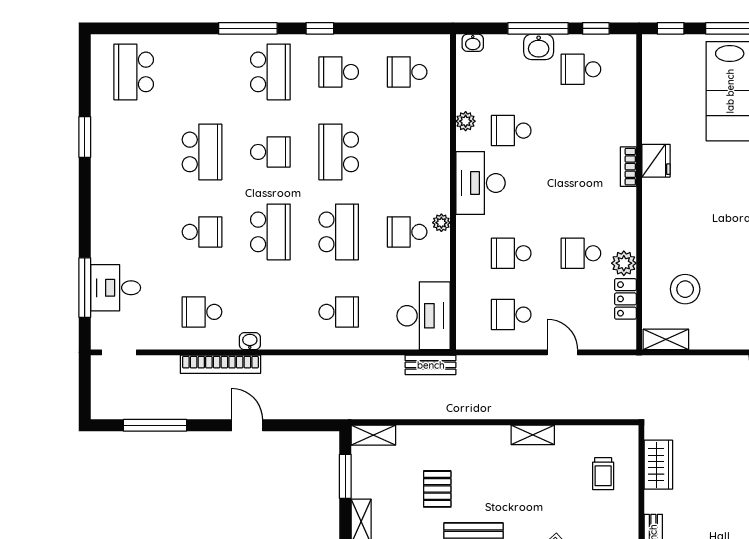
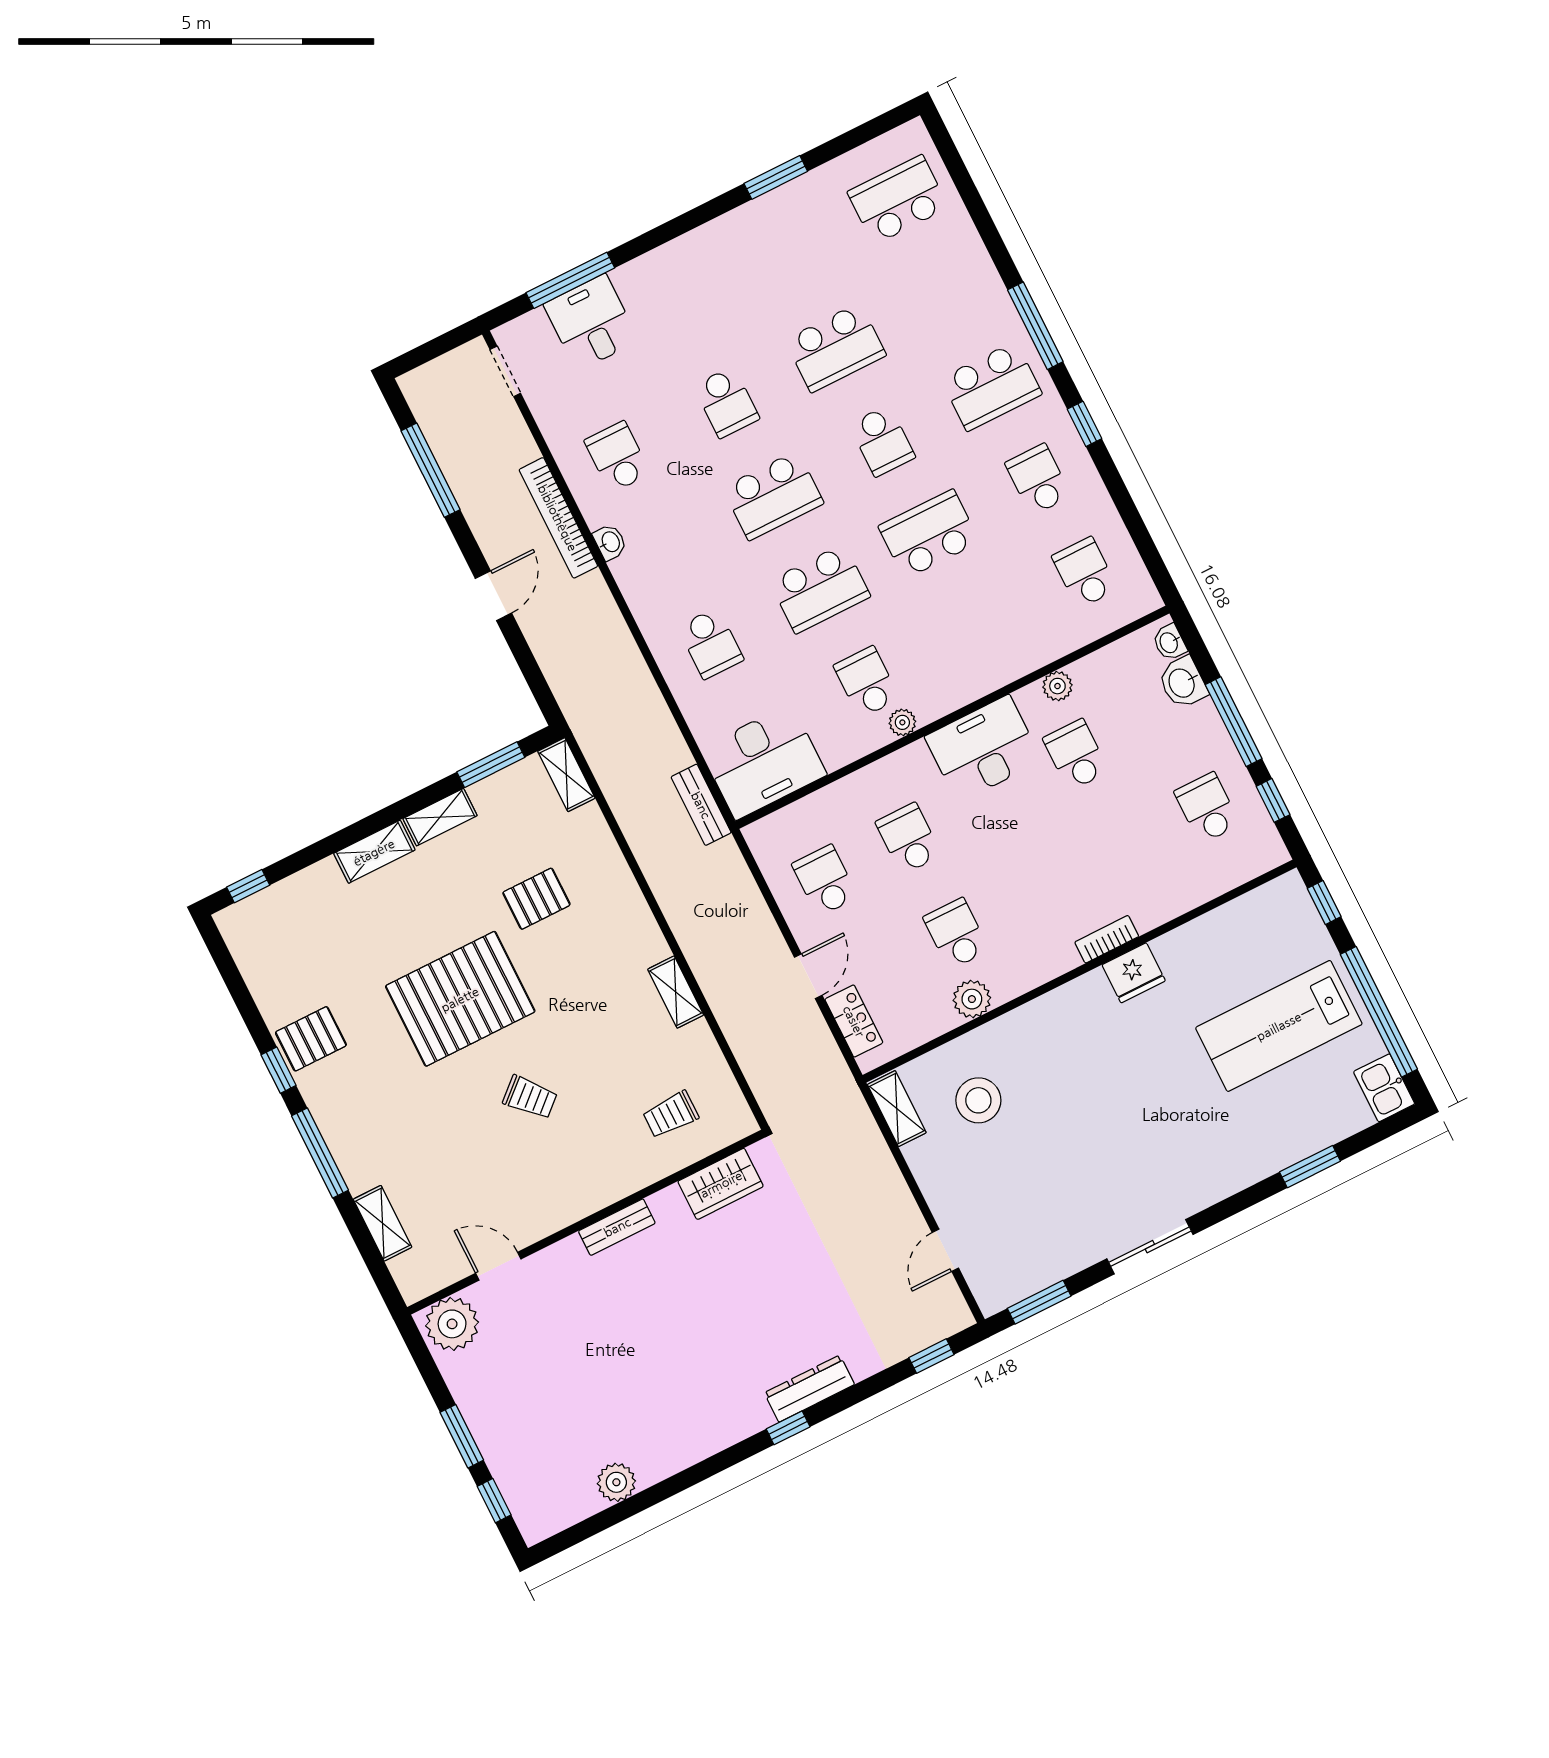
washbasin: (539, 47) -> (1183, 683), moved
locker: (625, 299) -> (854, 1021), moved, turned 90

